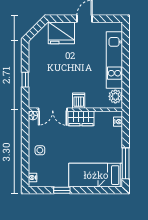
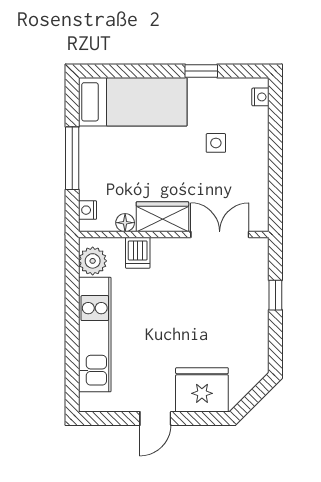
dishwasher: (79, 101) -> (138, 253), moved
floor lamp: (33, 115) -> (125, 223), moved
side table: (40, 150) -> (216, 143), moved
window: (126, 163) -> (72, 158), moved

